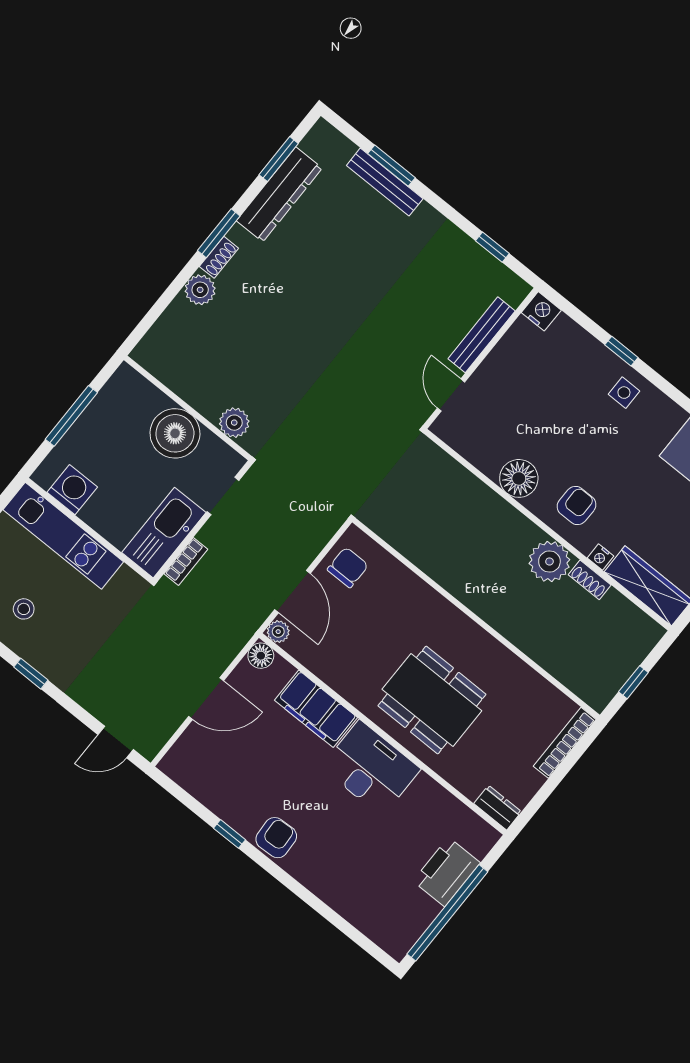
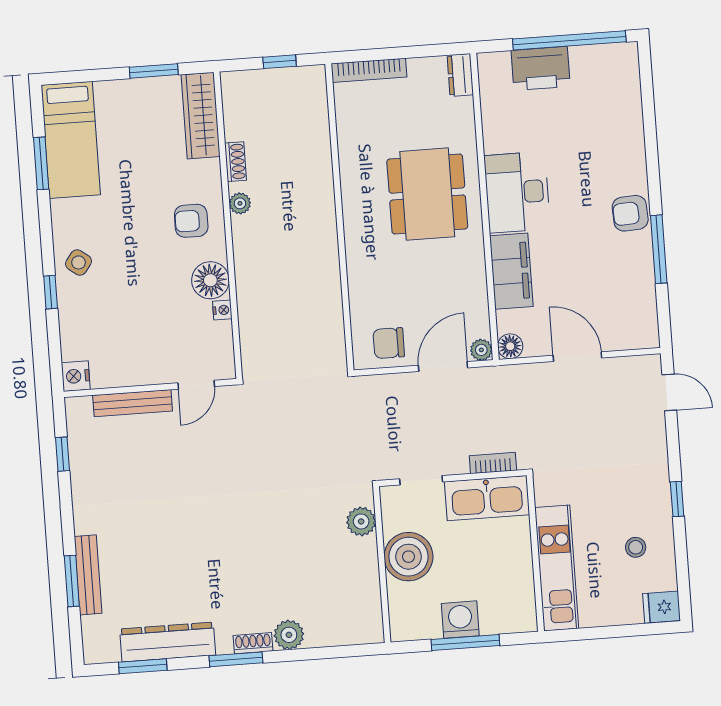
side table: (624, 393) -> (79, 262), turned 36
washing machine: (72, 490) -> (460, 620), moved, turned 90
nightstand: (601, 557) -> (222, 310), moved
plant: (549, 561) -> (240, 203), width x0.53, depth x0.53
window: (230, 834) -> (659, 249), width x2.17

